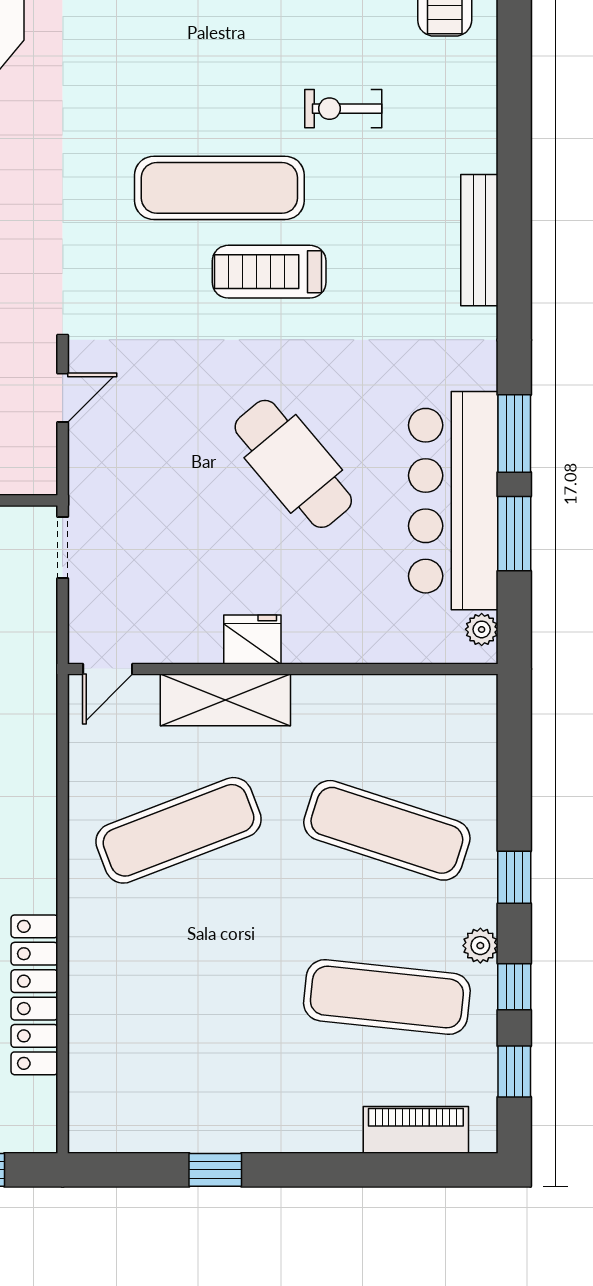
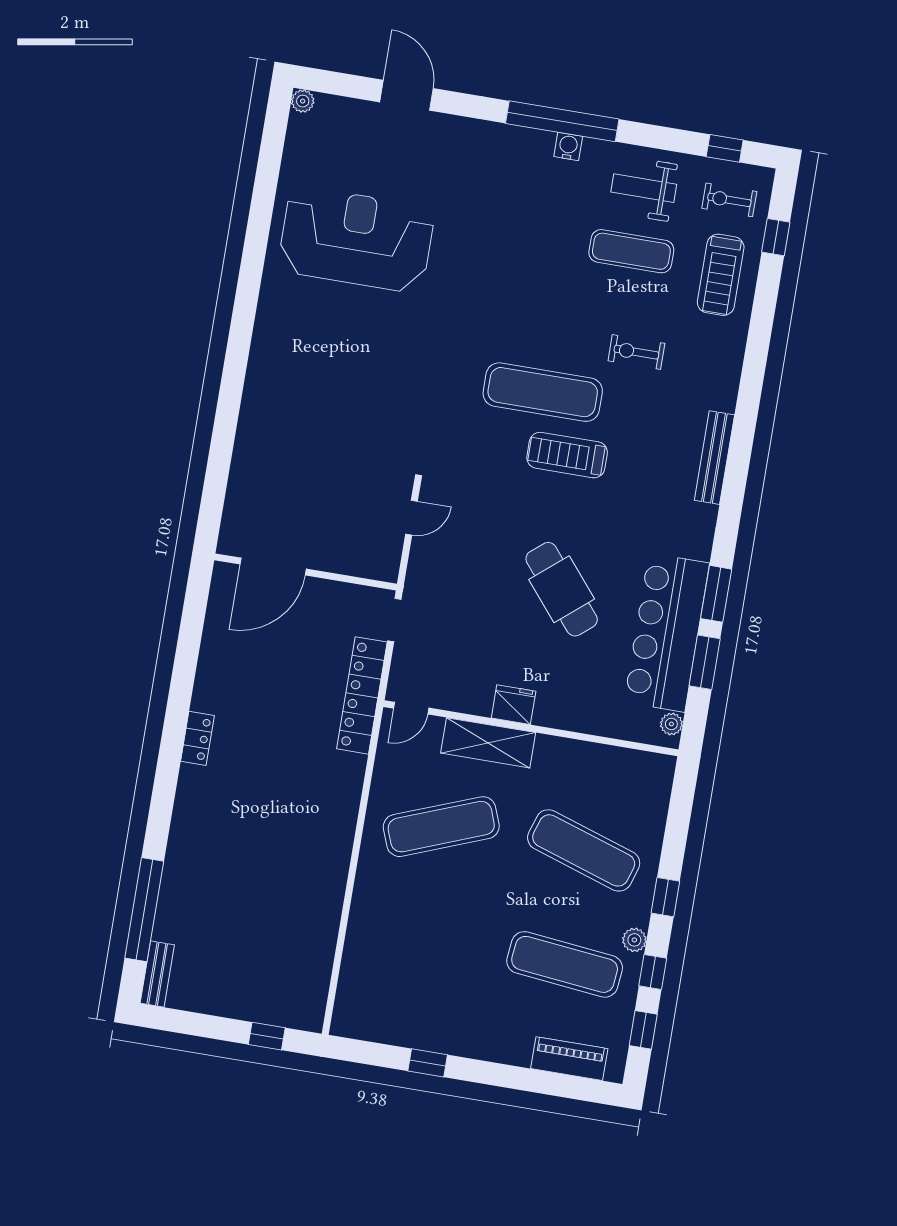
locker: (34, 995) -> (362, 695), moved

